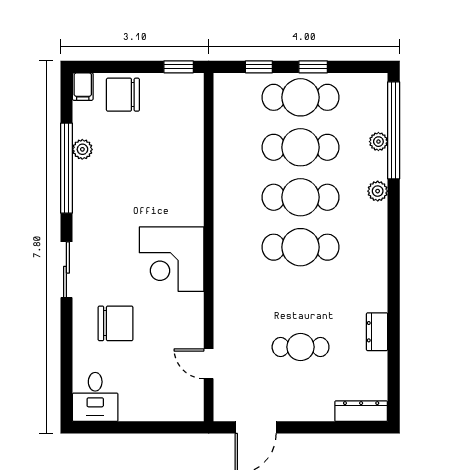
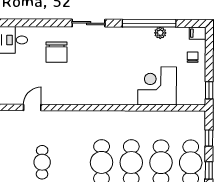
chair: (123, 95) -> (193, 57), width x0.54, depth x0.54
corner desk: (172, 259) -> (157, 86), moved

